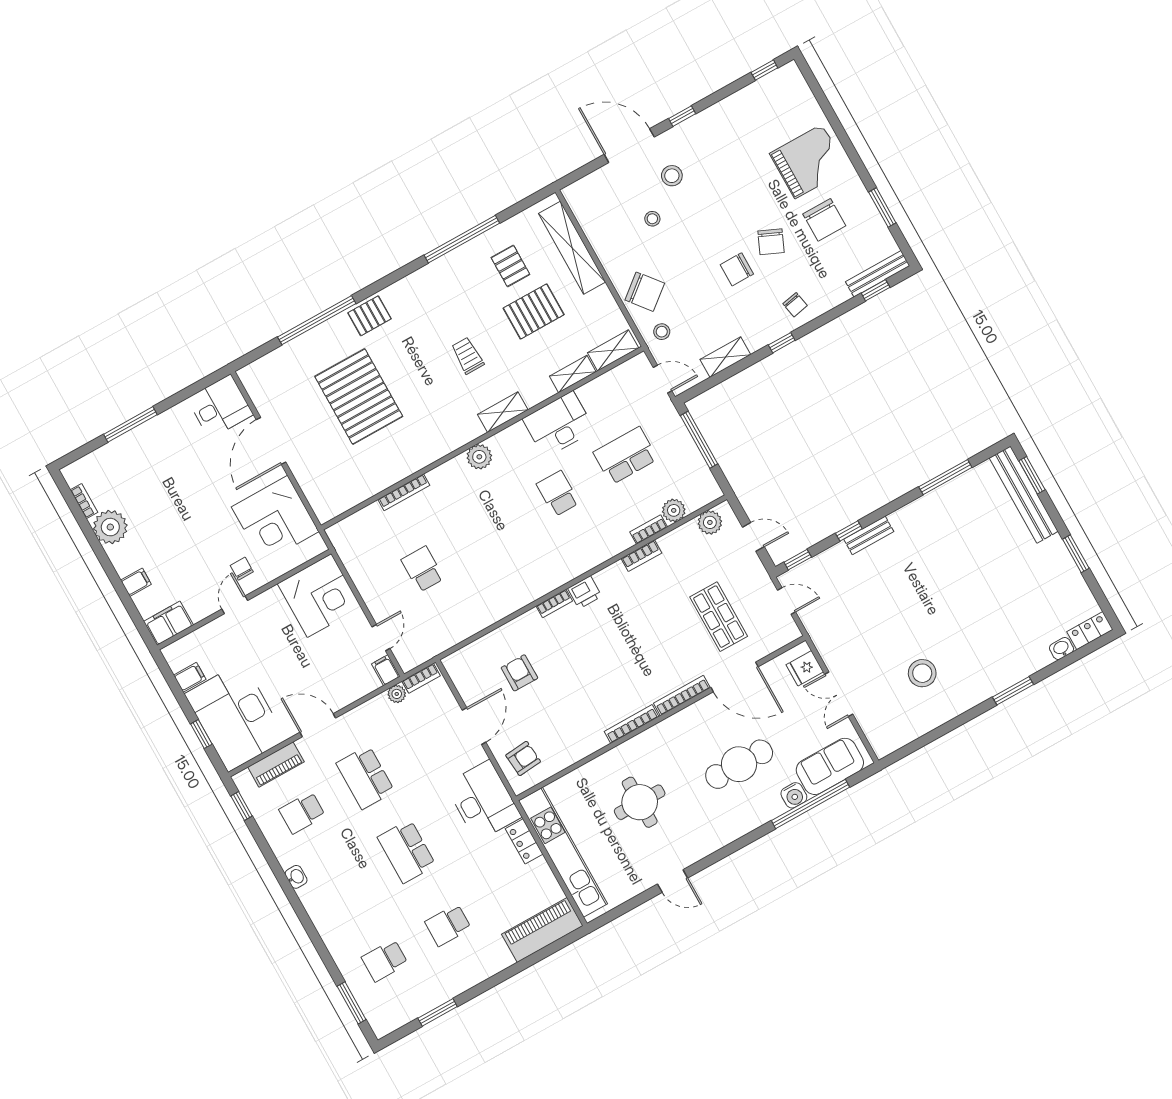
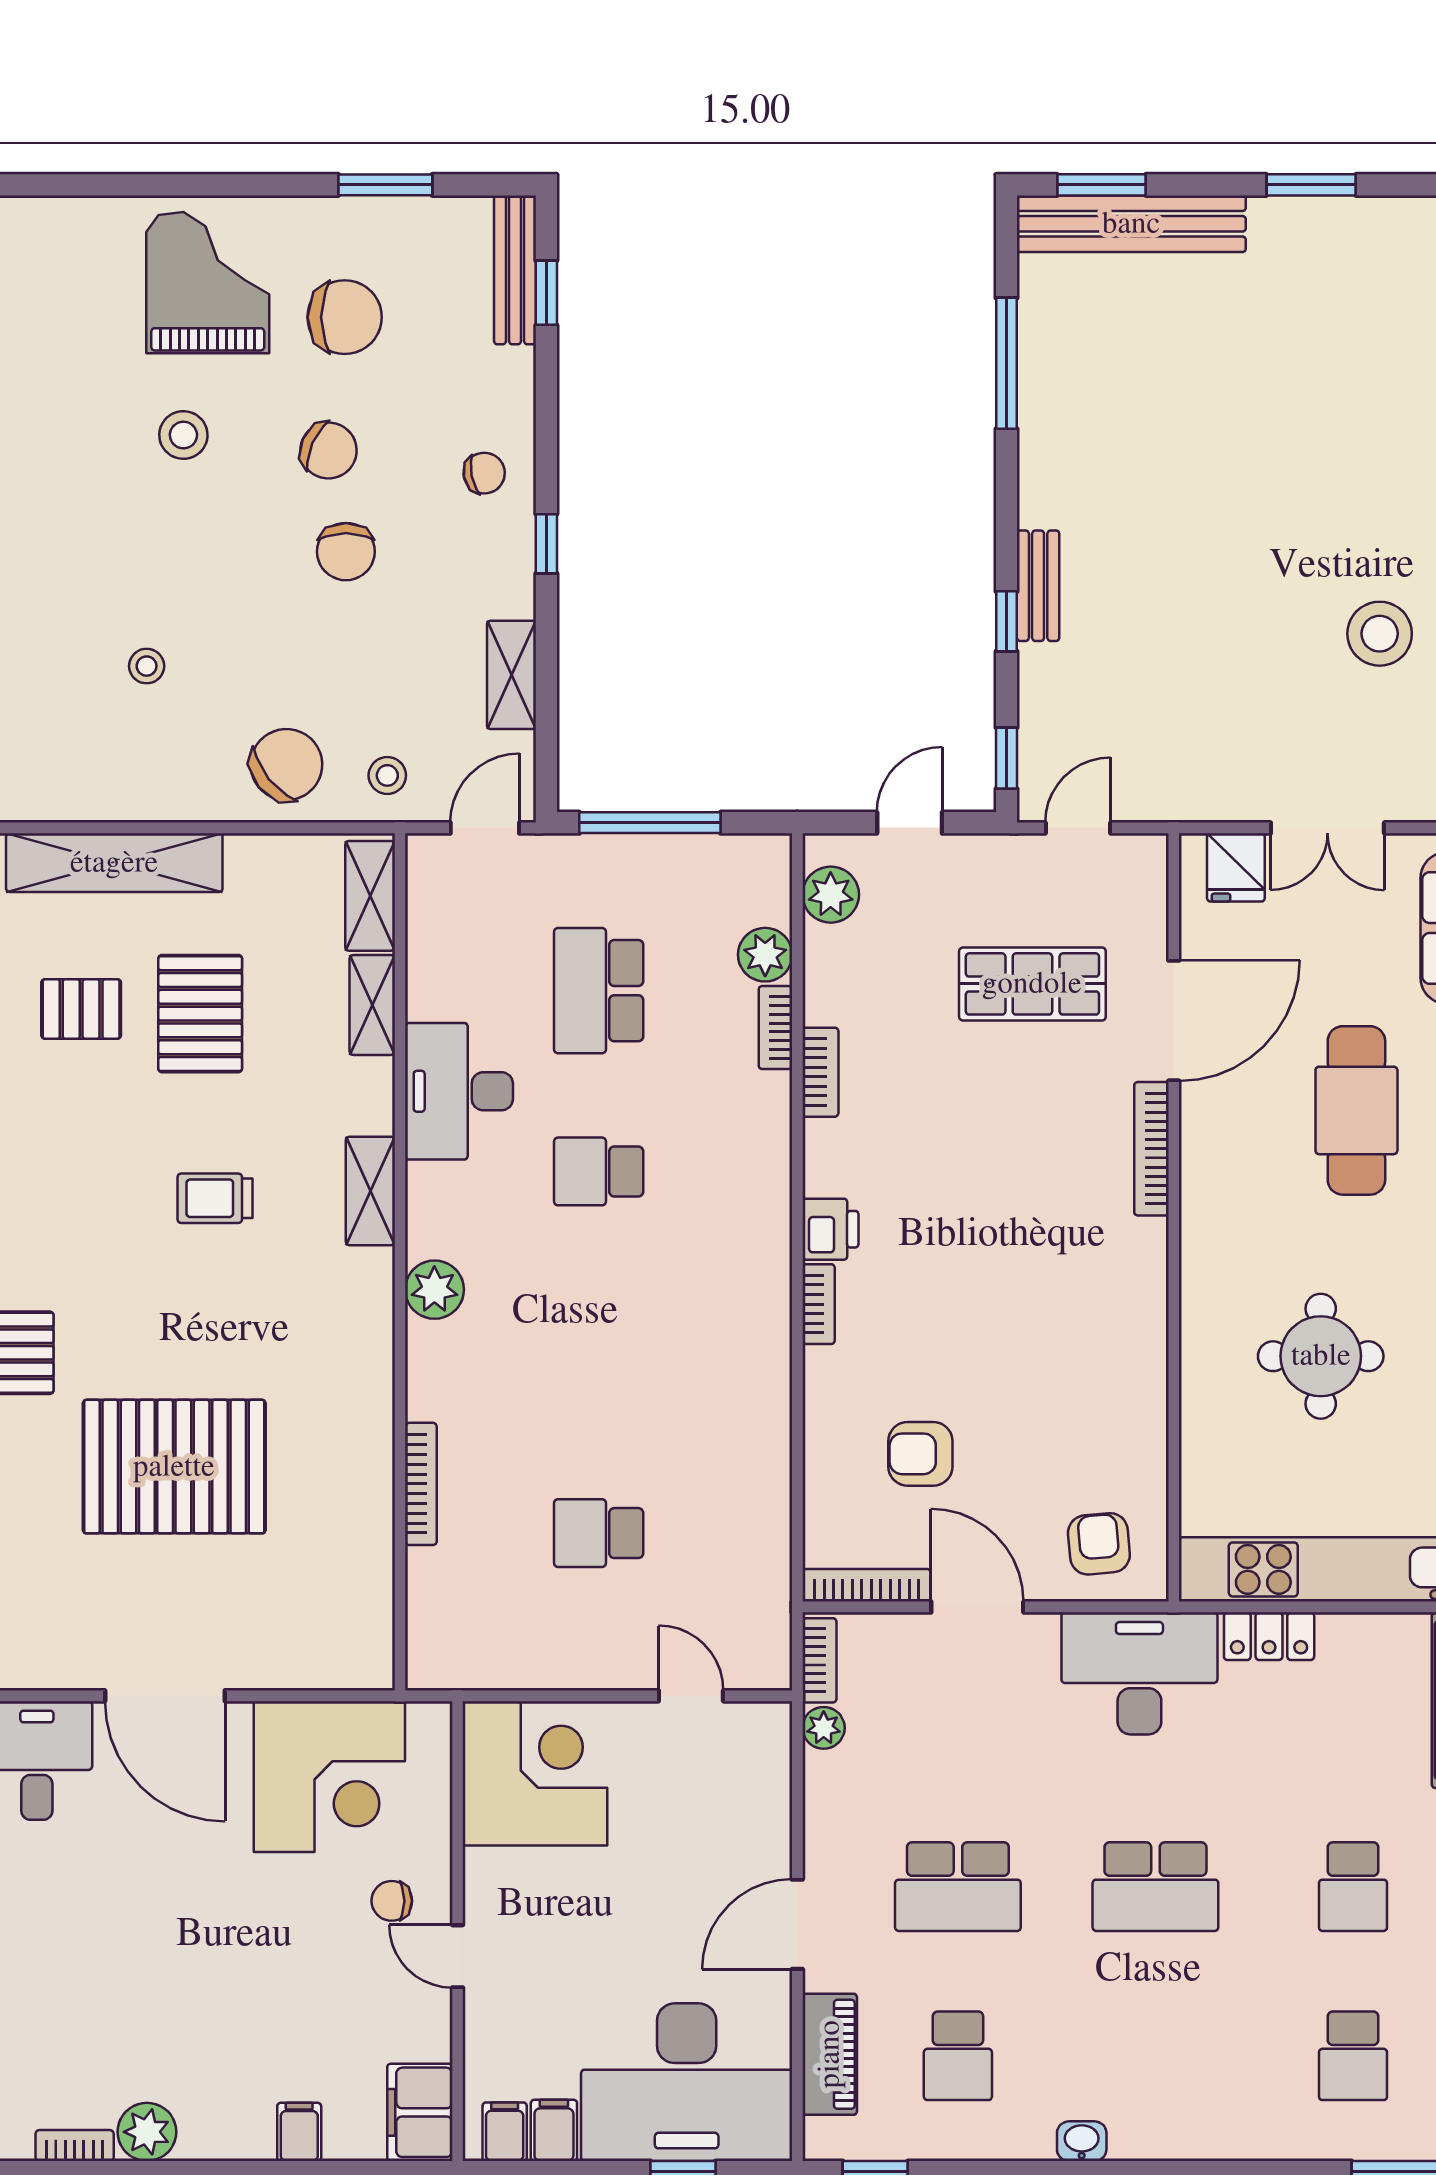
stool: (672, 176) -> (183, 435), moved
plant: (110, 527) -> (147, 2132), width x0.73, depth x0.73
filing cabinet: (386, 670) -> (505, 2132), moved, turned 90
bookcase: (631, 724) -> (867, 1585), moved, turned 90

